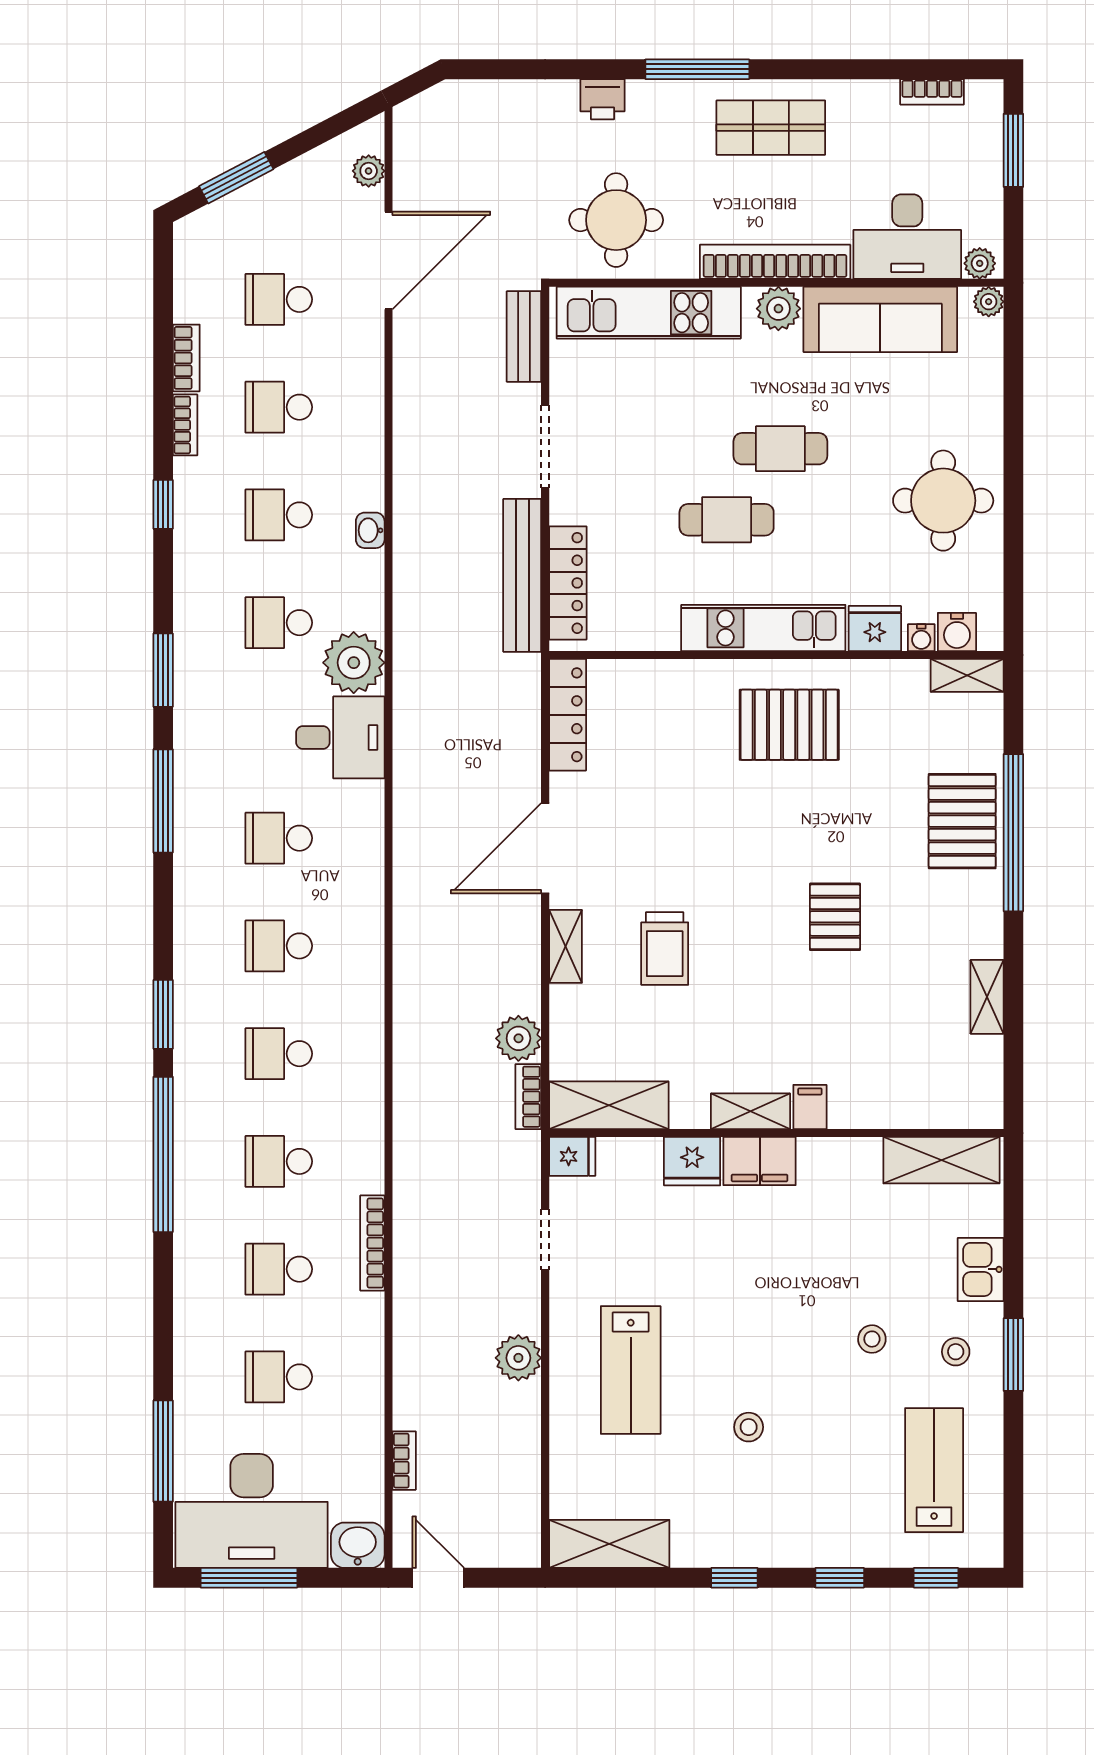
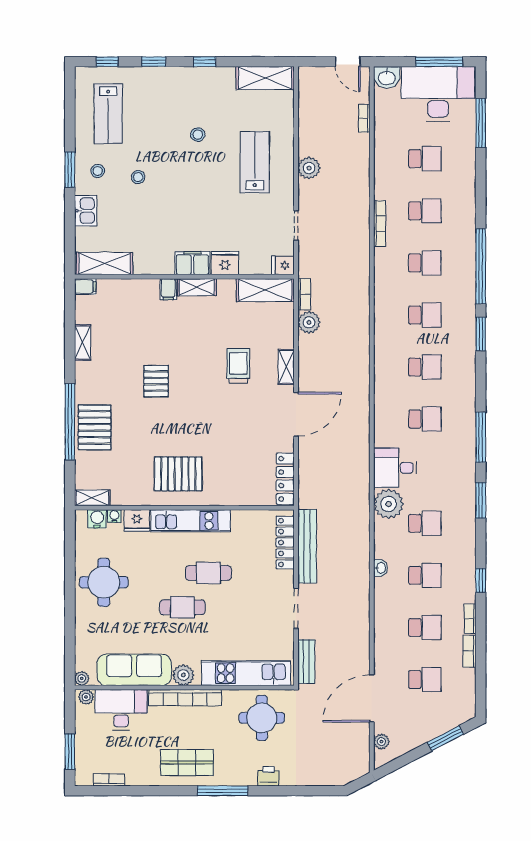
filing cabinet: (982, 1113) -> (85, 287), added

